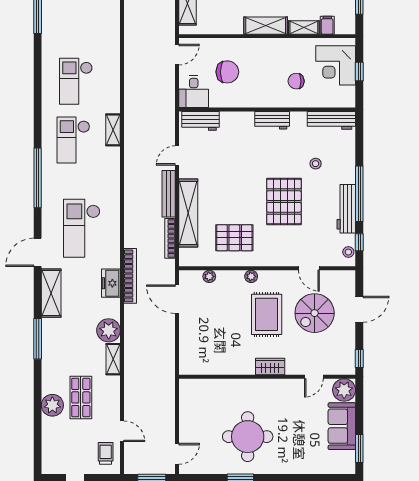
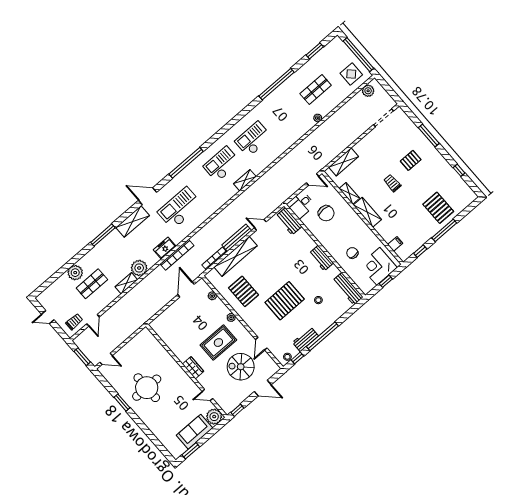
shelving: (304, 27) -> (349, 193), moved
workbench: (346, 209) -> (305, 339), width x0.73

